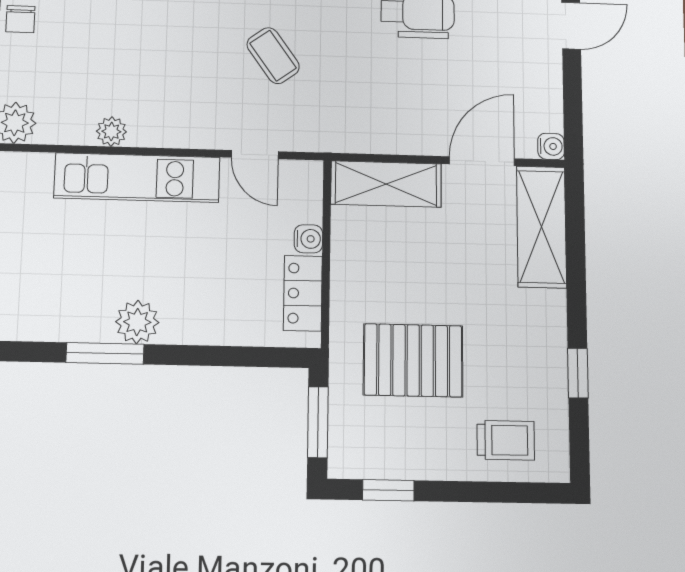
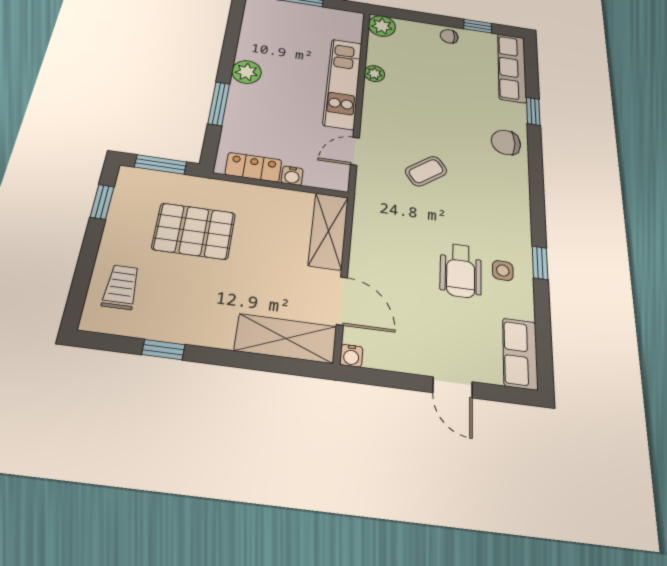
window: (105, 353) -> (219, 104), moved
pallet: (413, 360) -> (194, 231), turned 90
trolley: (506, 440) -> (121, 287), turned 180

